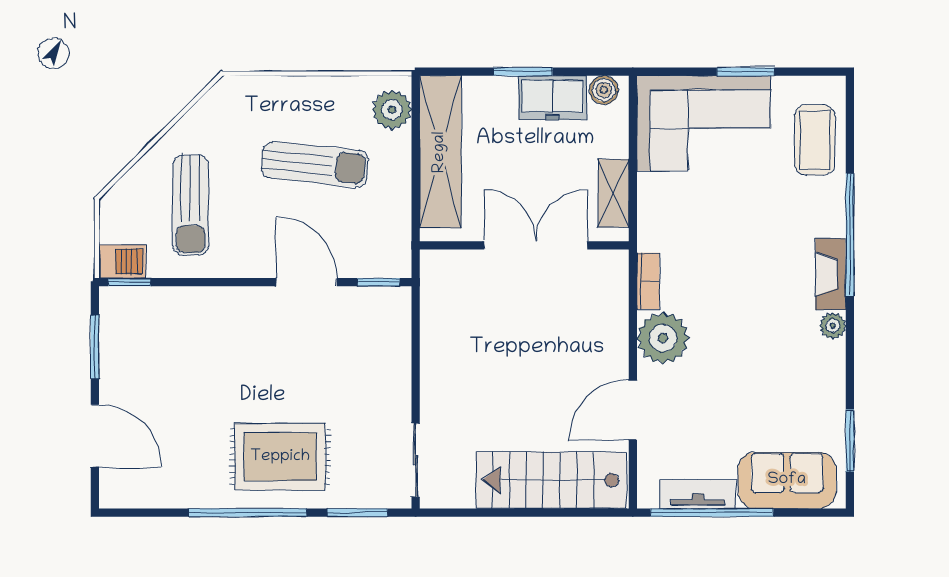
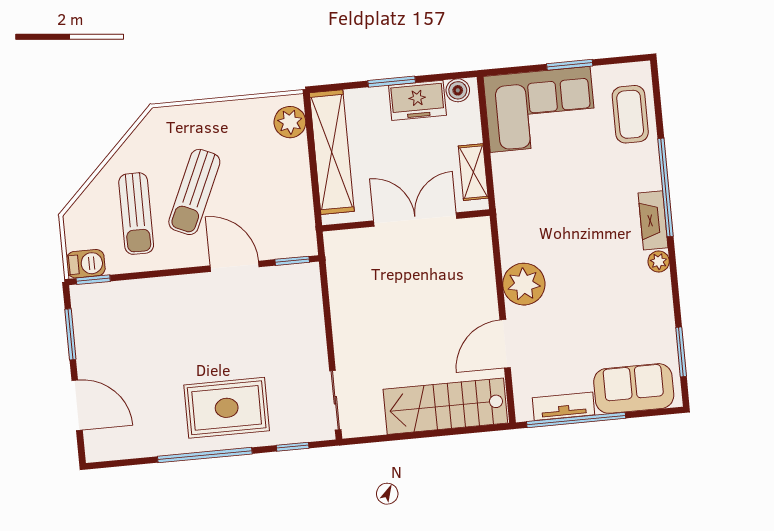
sun lounger: (315, 164) -> (194, 192), moved, turned 108
bookcase: (648, 281) -> (508, 240), removed
window: (357, 513) -> (293, 447), width x0.67

